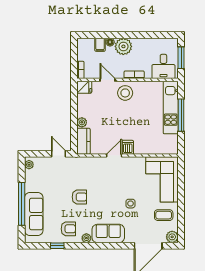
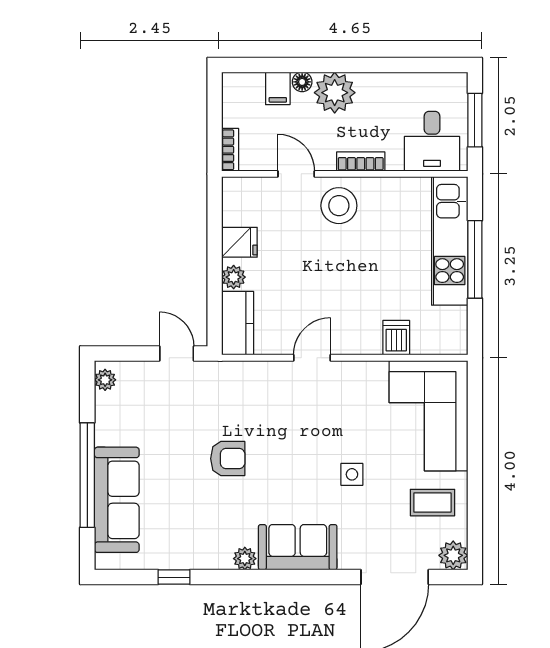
fridge: (84, 87) -> (239, 242), moved
dishwasher: (128, 147) -> (396, 338), moved
armchair: (68, 229) -> (201, 536), removed

